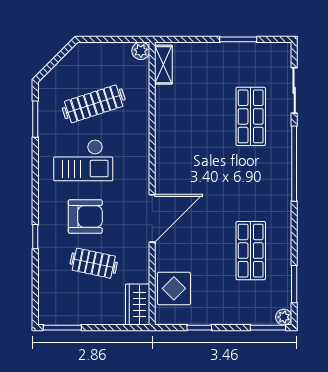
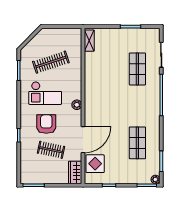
plant: (141, 51) -> (77, 105), moved
armchair: (85, 216) -> (46, 124), turned -90
door: (152, 218) -> (83, 140), moved

